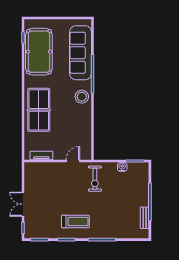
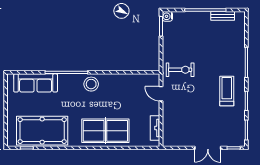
sofa: (80, 53) -> (36, 83), width x0.74, depth x0.79
water cooler: (122, 167) -> (167, 16), moved

